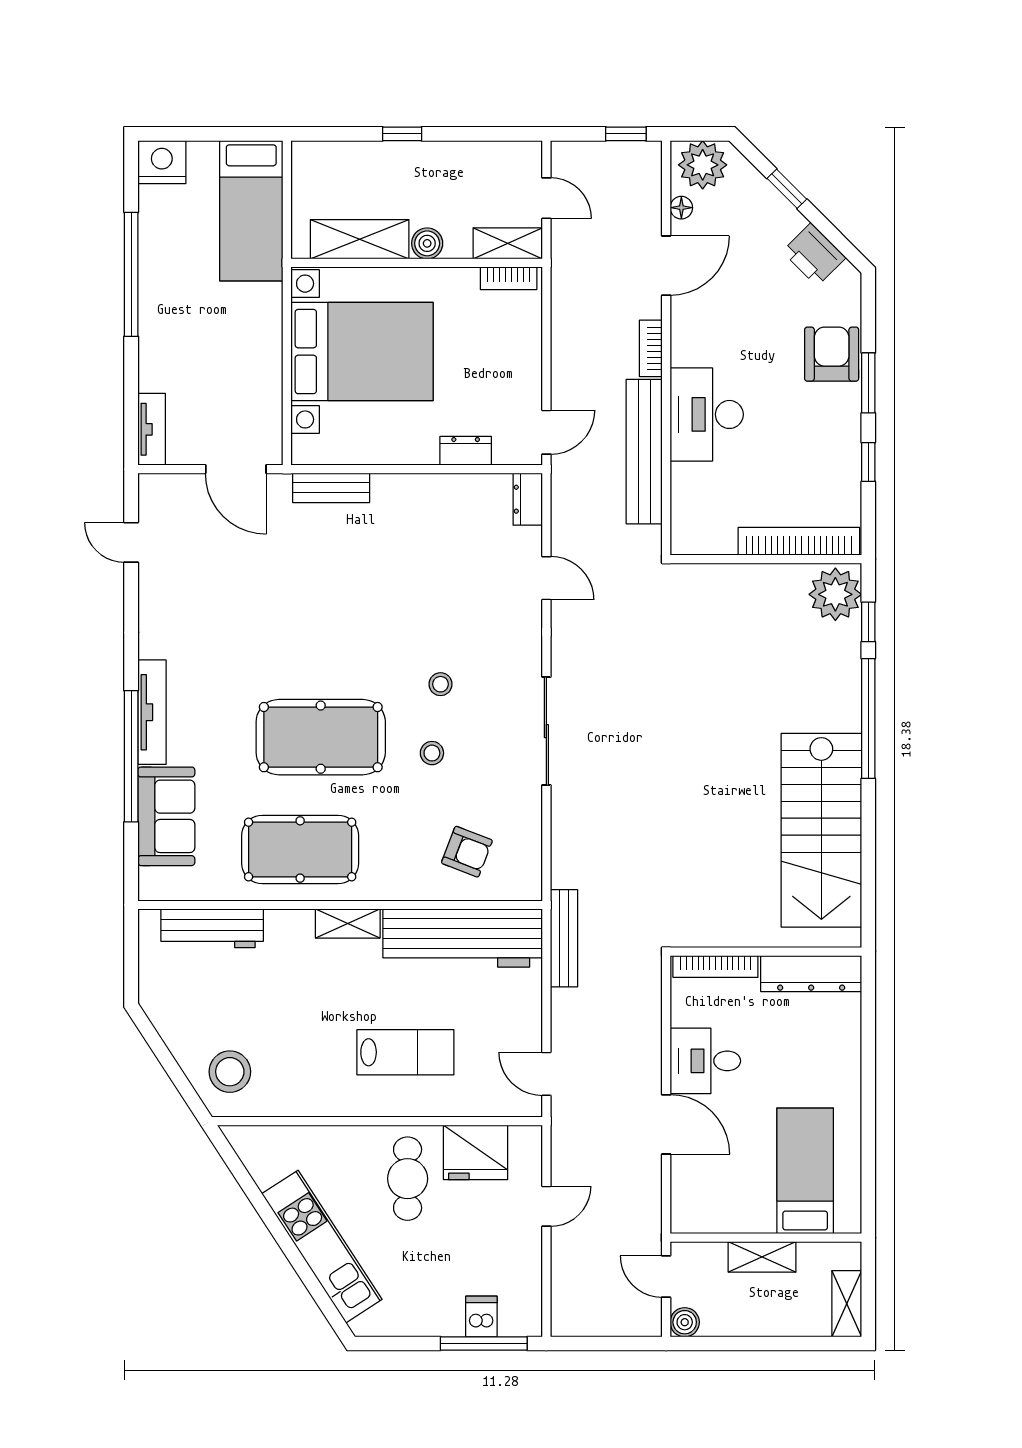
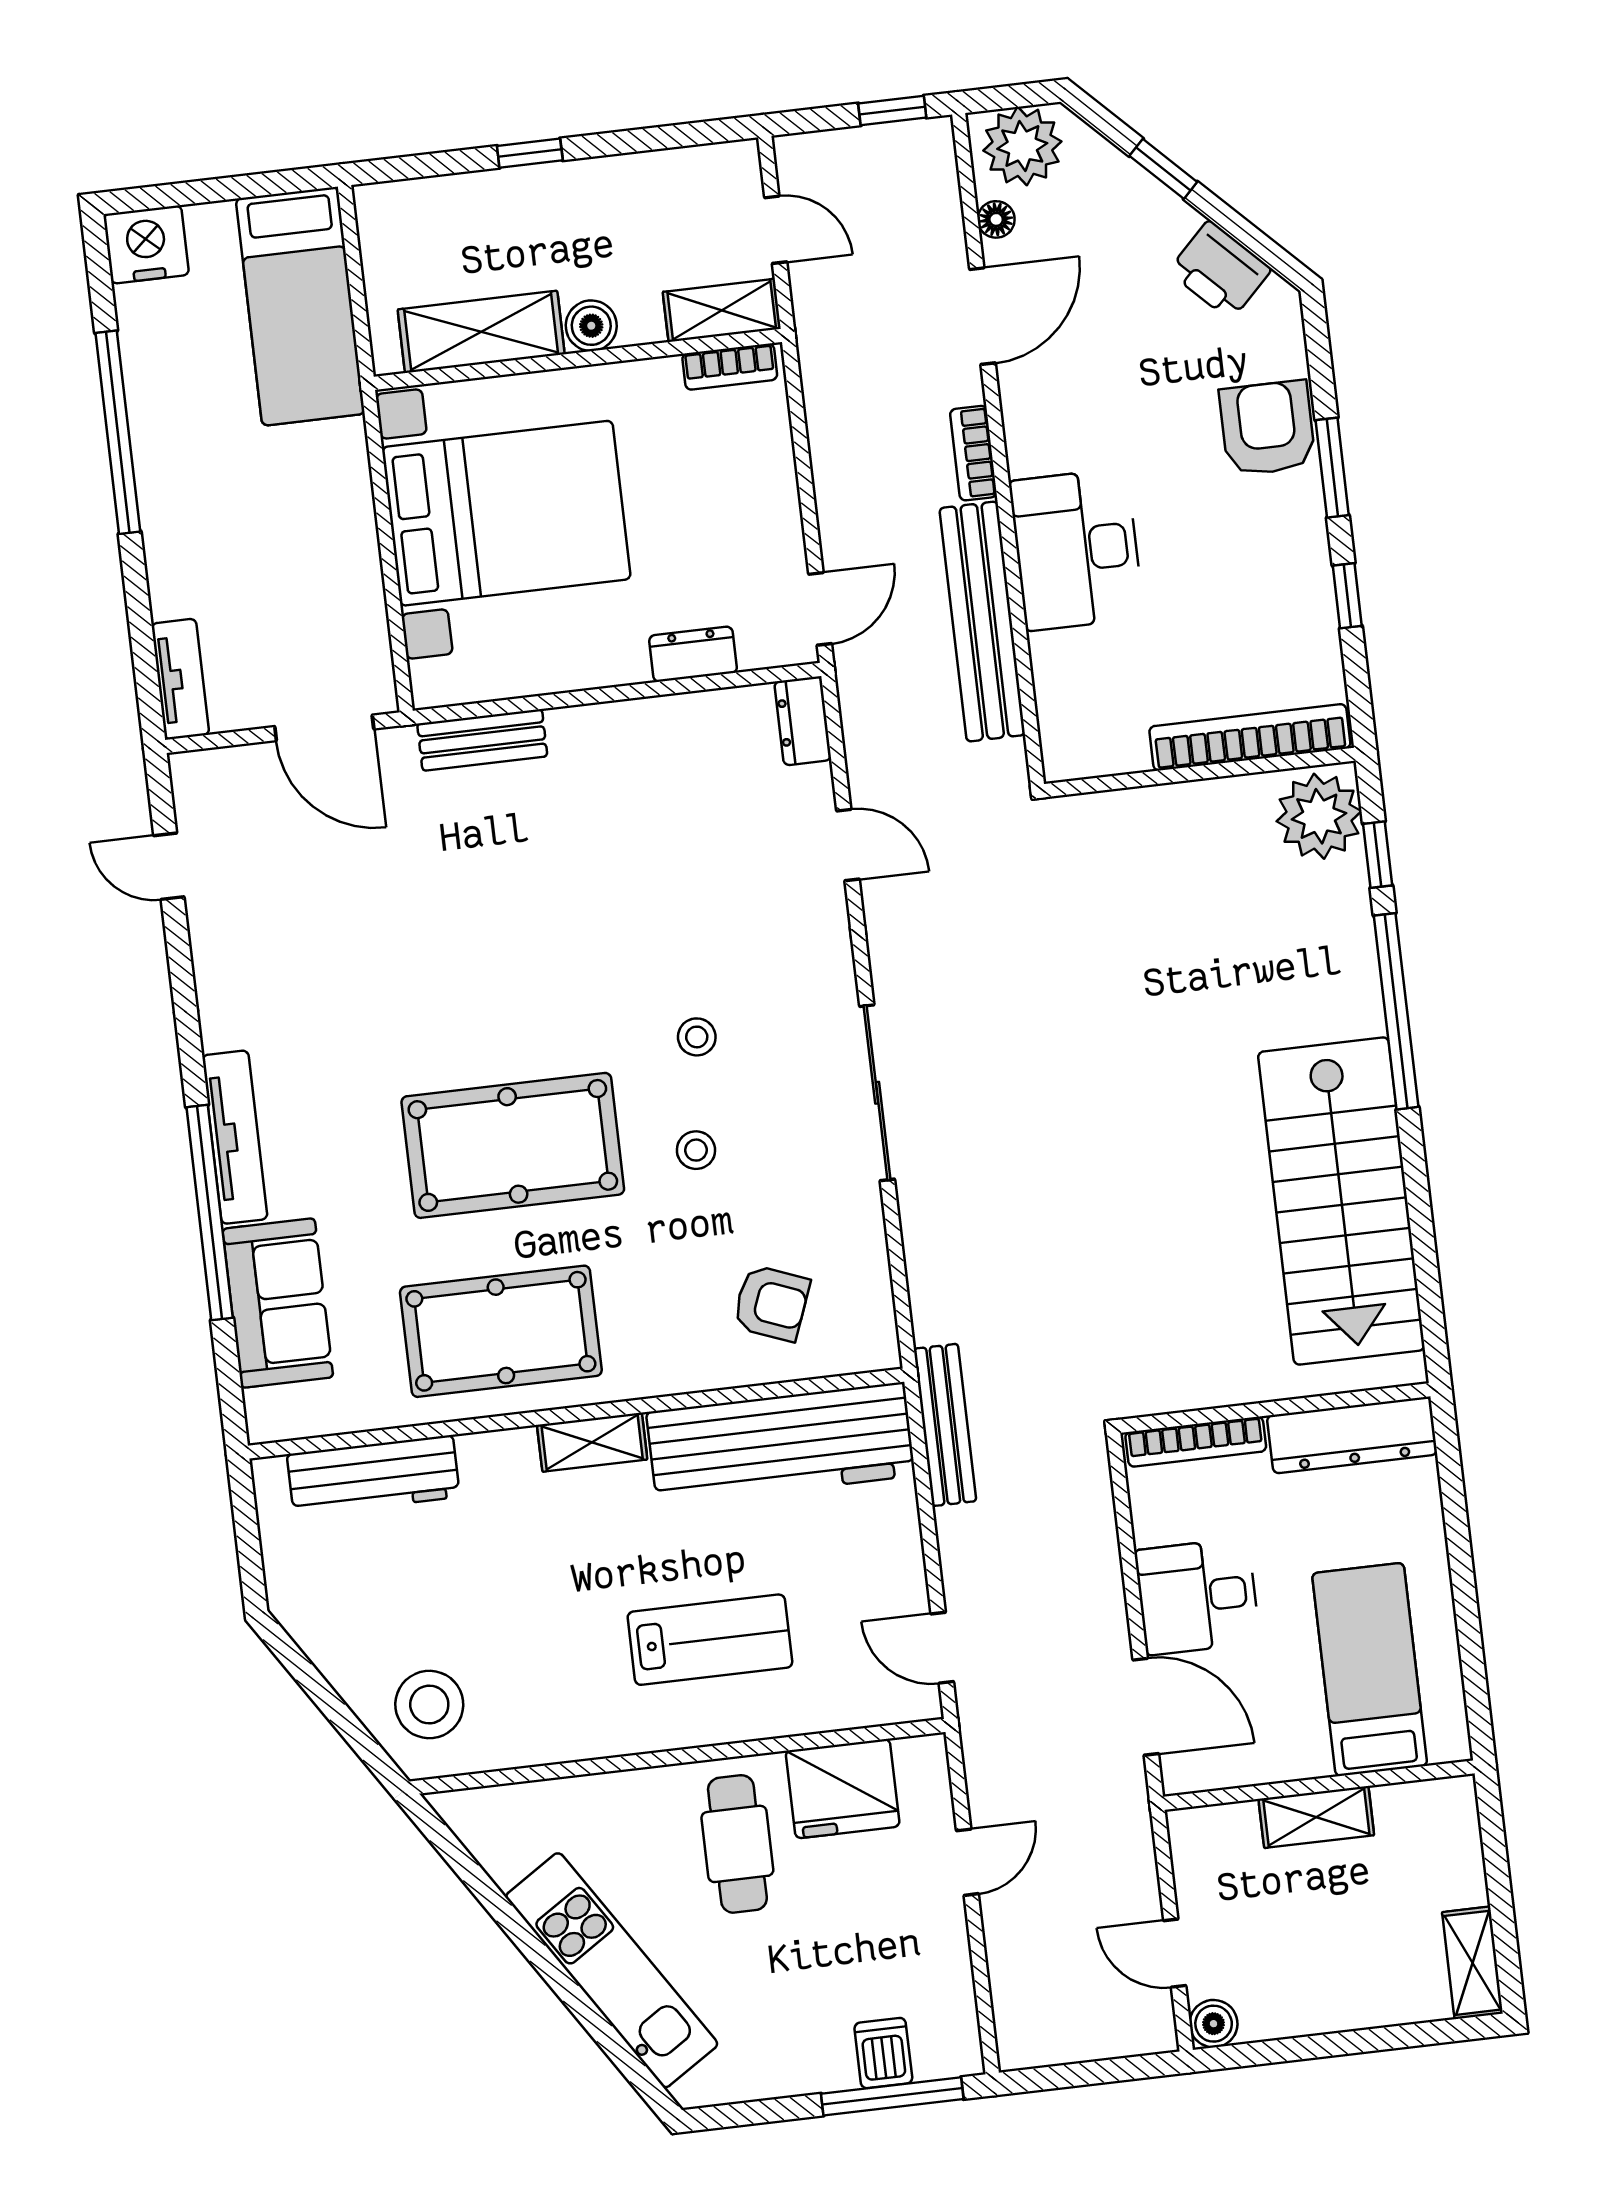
bed: (805, 1171) -> (1370, 1669), moved
wall: (766, 1238) -> (1319, 1785), moved
shelving: (762, 1257) -> (1316, 1817), moved

